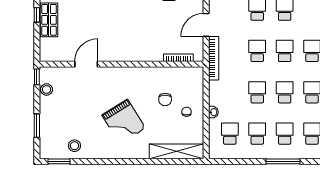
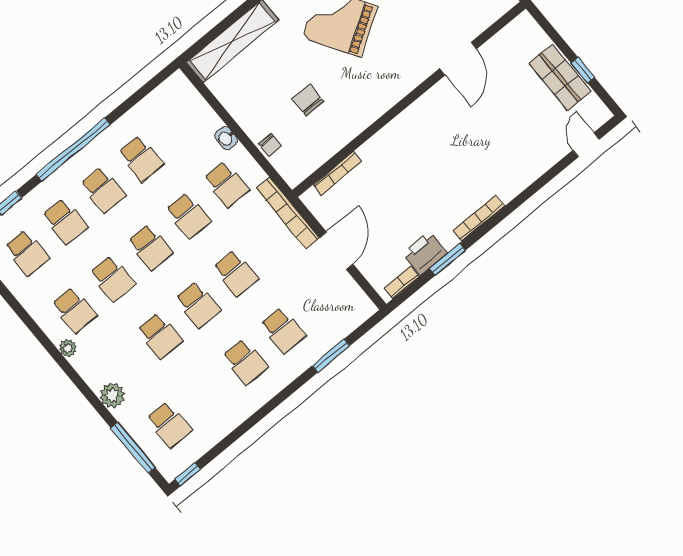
chair: (187, 112) -> (270, 145), moved
school desk: (230, 134) -> (226, 184), moved
window: (283, 161) -> (73, 150), width x1.46

